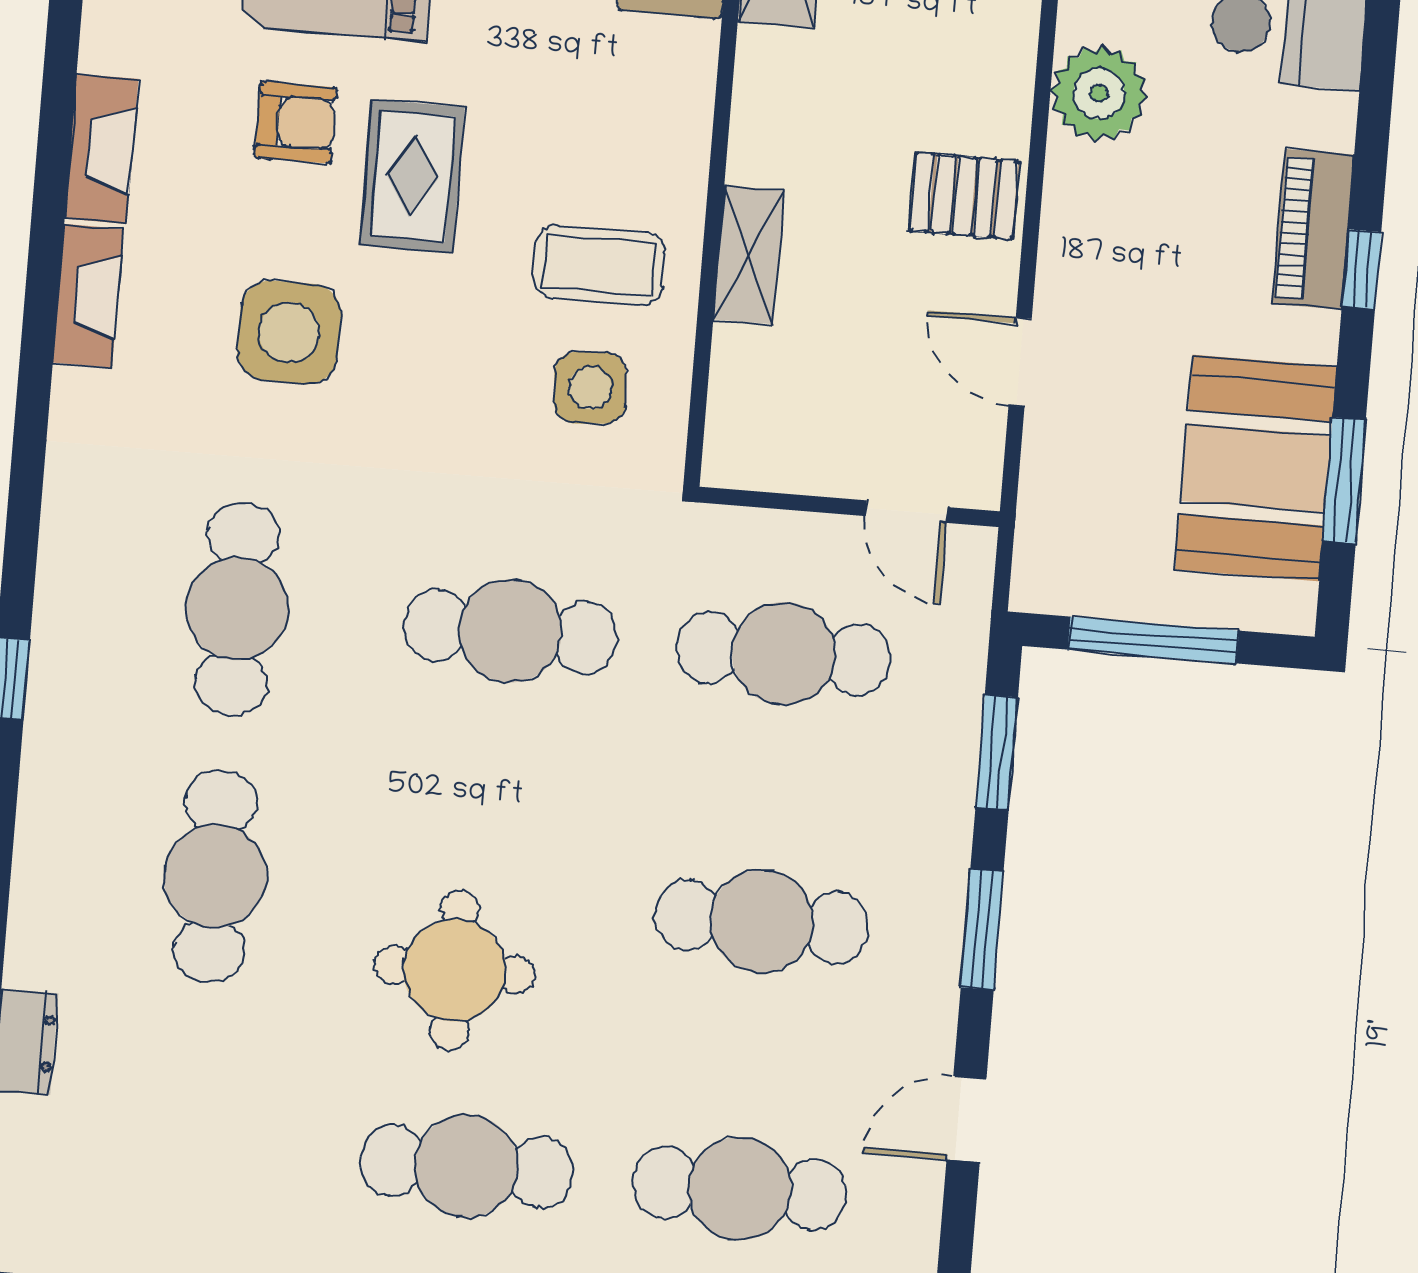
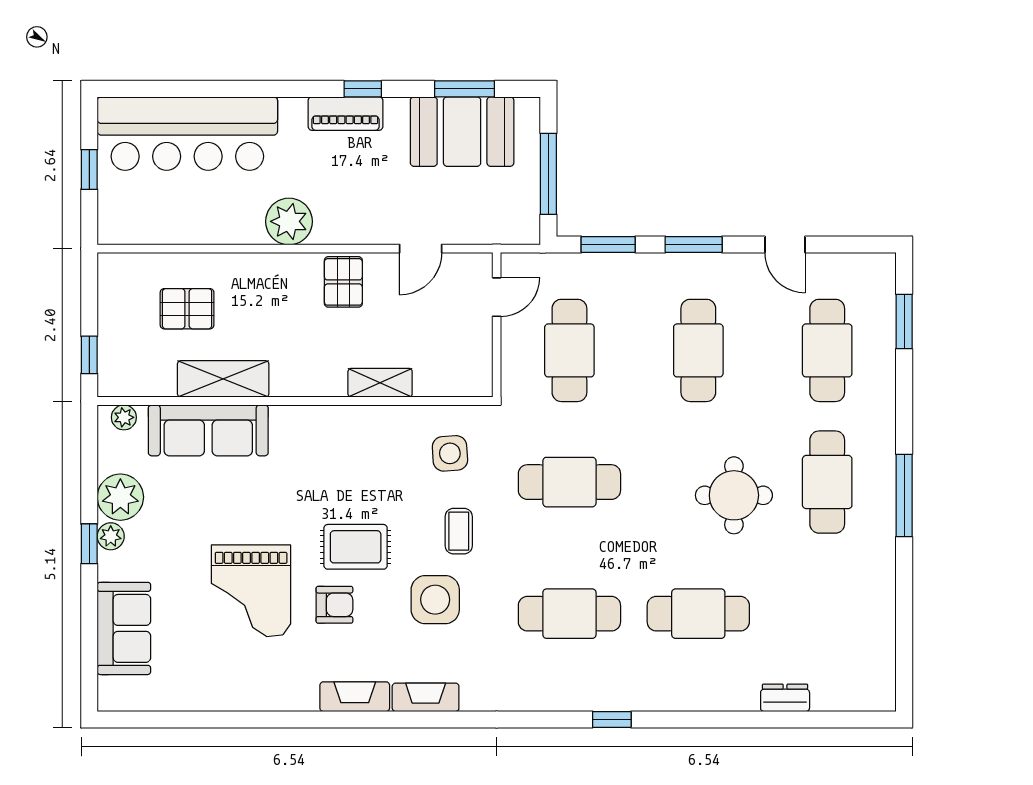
armchair: (296, 122) -> (334, 605), turned 90
coffee table: (600, 265) -> (459, 531), moved, width x0.73, depth x0.77
cafe table: (510, 631) -> (569, 482), turned 90

